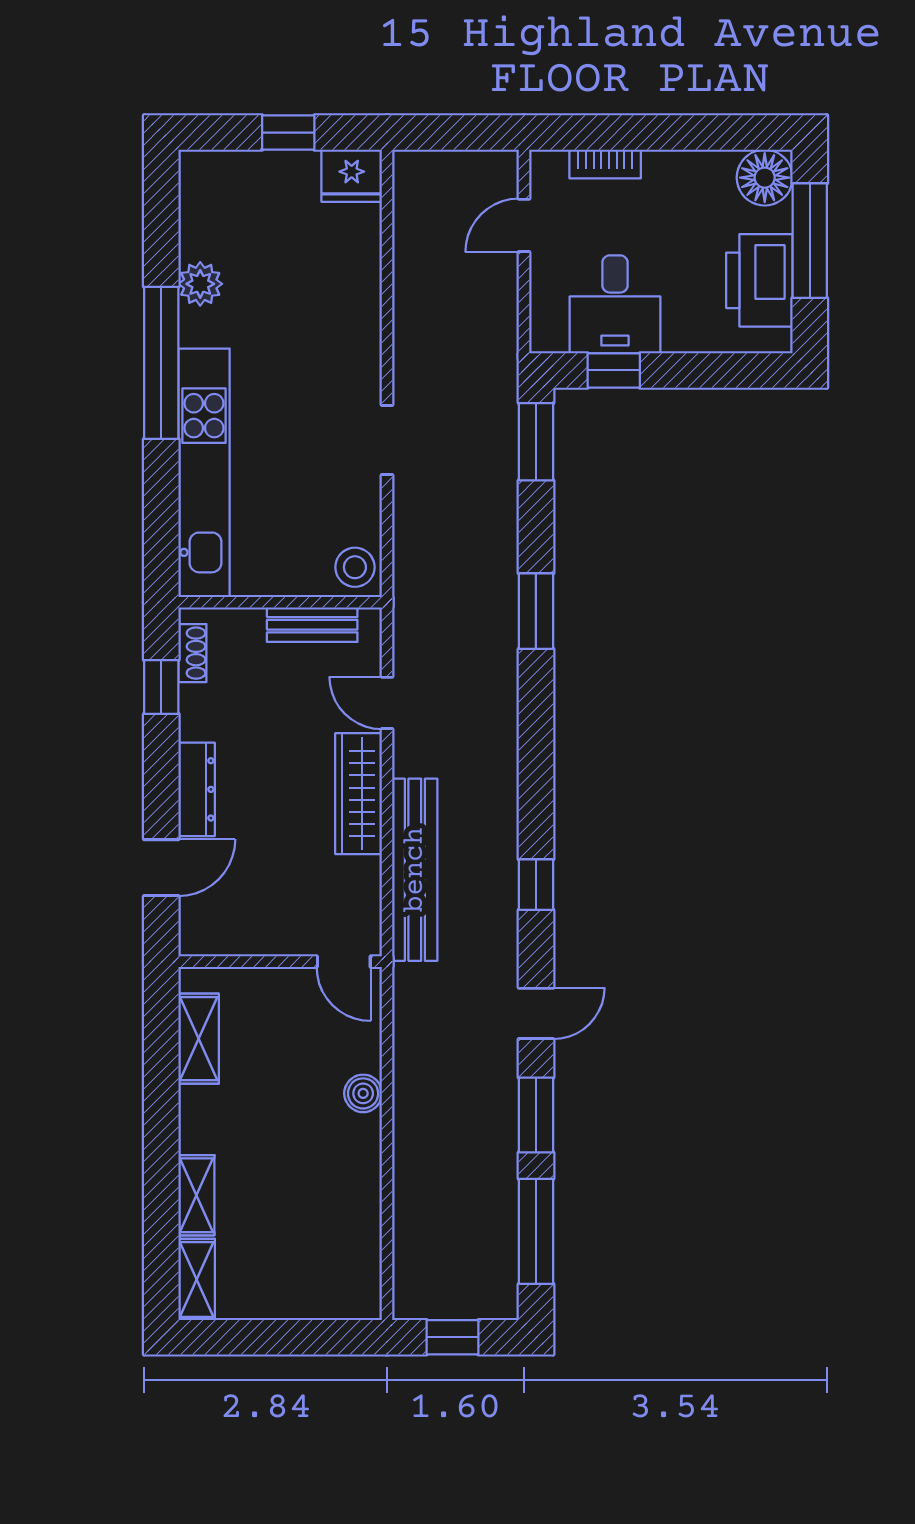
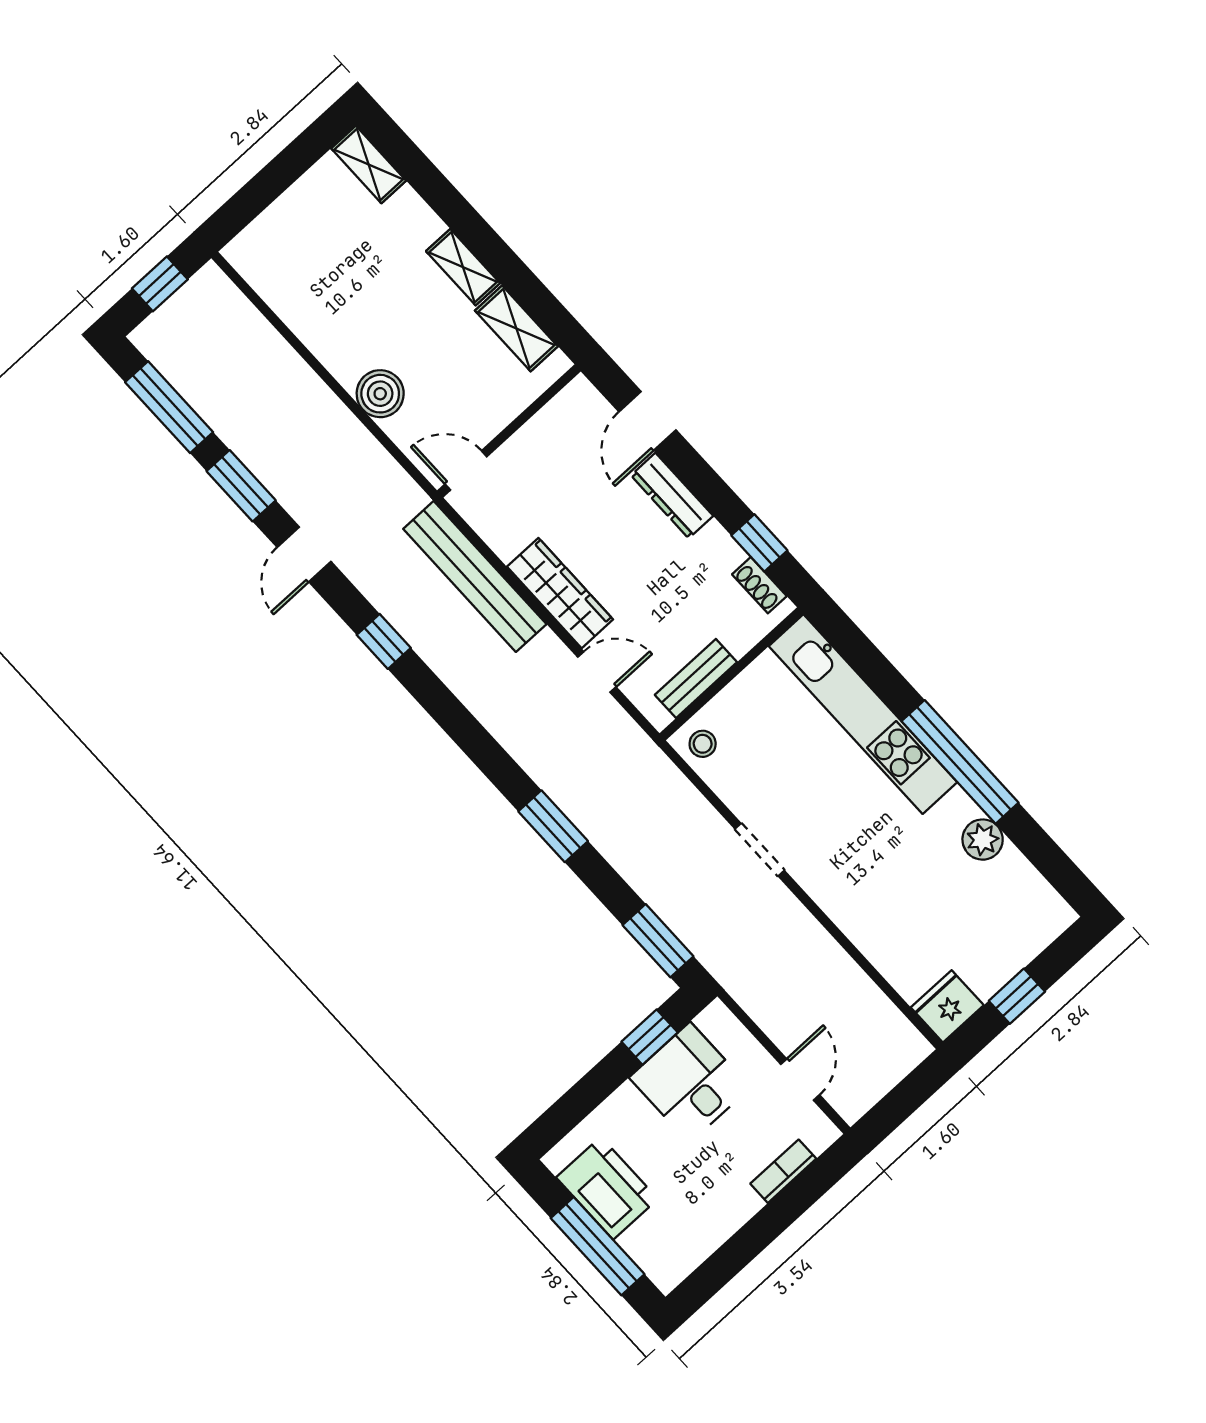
floor lamp: (765, 178) -> (667, 1261), removed
stool: (355, 567) -> (703, 744), width x0.73, depth x0.73
boiler: (363, 1093) -> (380, 394), width x1.36, depth x1.36
shelving: (196, 1195) -> (463, 267), moved

